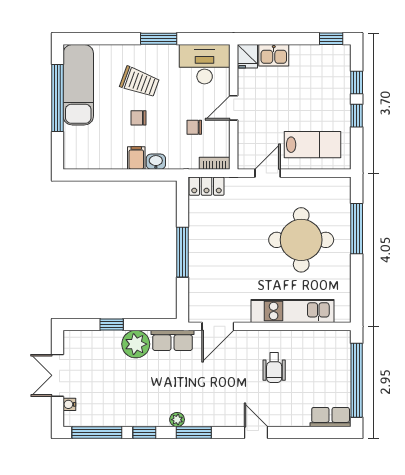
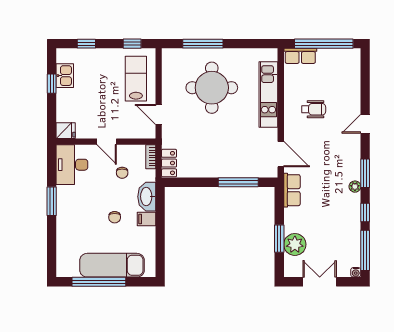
window: (331, 39) -> (52, 84), moved
kitchen sink: (274, 55) -> (65, 76), moved
trolley: (140, 82) -> (86, 216), removed
exam couch: (78, 85) -> (112, 265), moved
window: (357, 116) -> (132, 44), moved
washbasin: (156, 162) -> (147, 197), width x1.91, depth x1.45
window: (182, 252) -> (238, 182), moved
window: (112, 325) -> (279, 239), width x1.50
plant: (136, 344) -> (295, 244), moved
double door: (58, 375) -> (320, 282), swing flipped
water cooler: (69, 404) -> (356, 272), moved
row of seats: (331, 417) -> (300, 56), moved, turned -90

